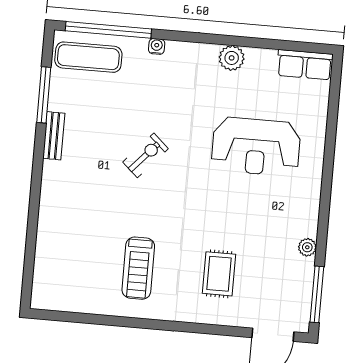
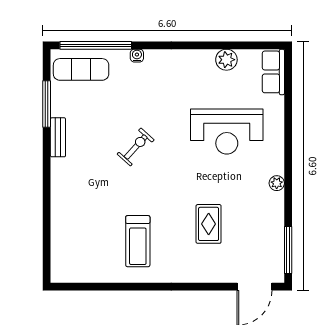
plant: (232, 58) -> (226, 60), moved
row of seats: (305, 65) -> (273, 72), moved, turned 90
plant: (307, 247) -> (277, 183), moved
rug: (219, 274) -> (209, 224), moved

